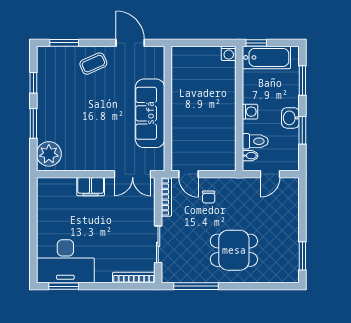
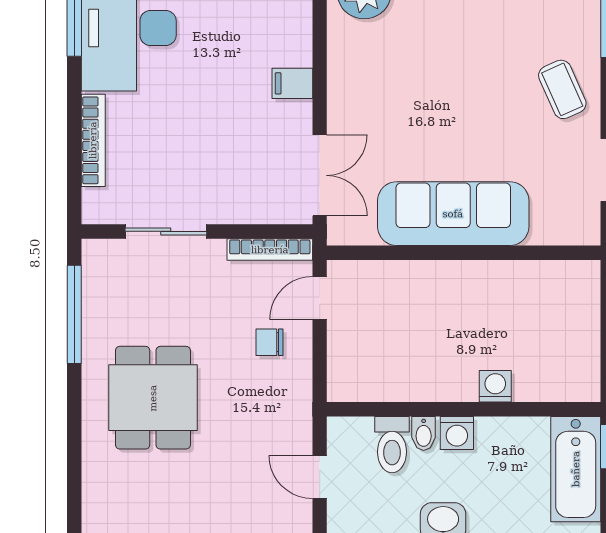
washing machine: (229, 53) -> (495, 386), moved, turned 90
bidet: (250, 156) -> (424, 433), moved
double door: (133, 174) -> (320, 175), swing flipped
filing cabinet: (91, 187) -> (292, 83), width x0.50
bookcase: (134, 277) -> (93, 140), moved

